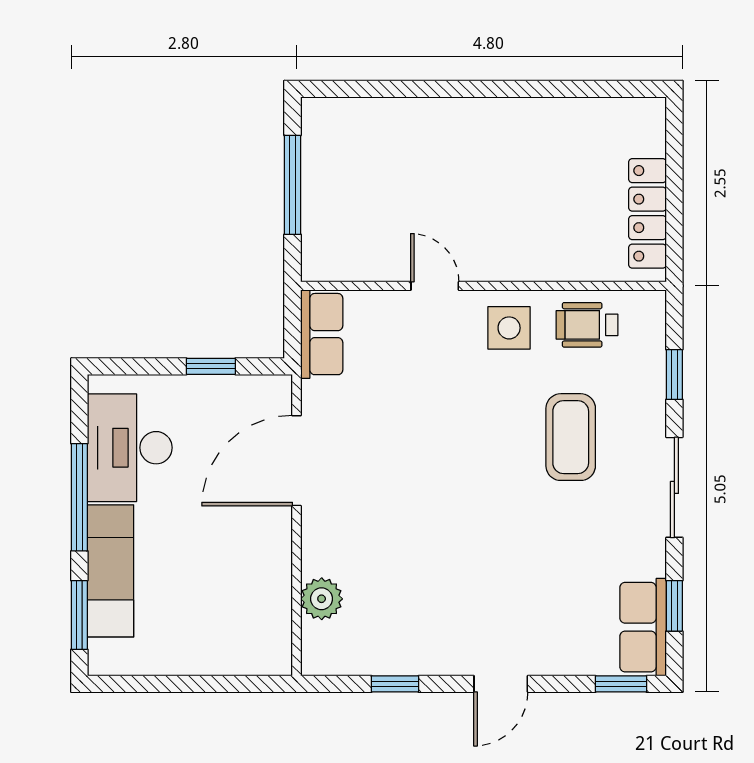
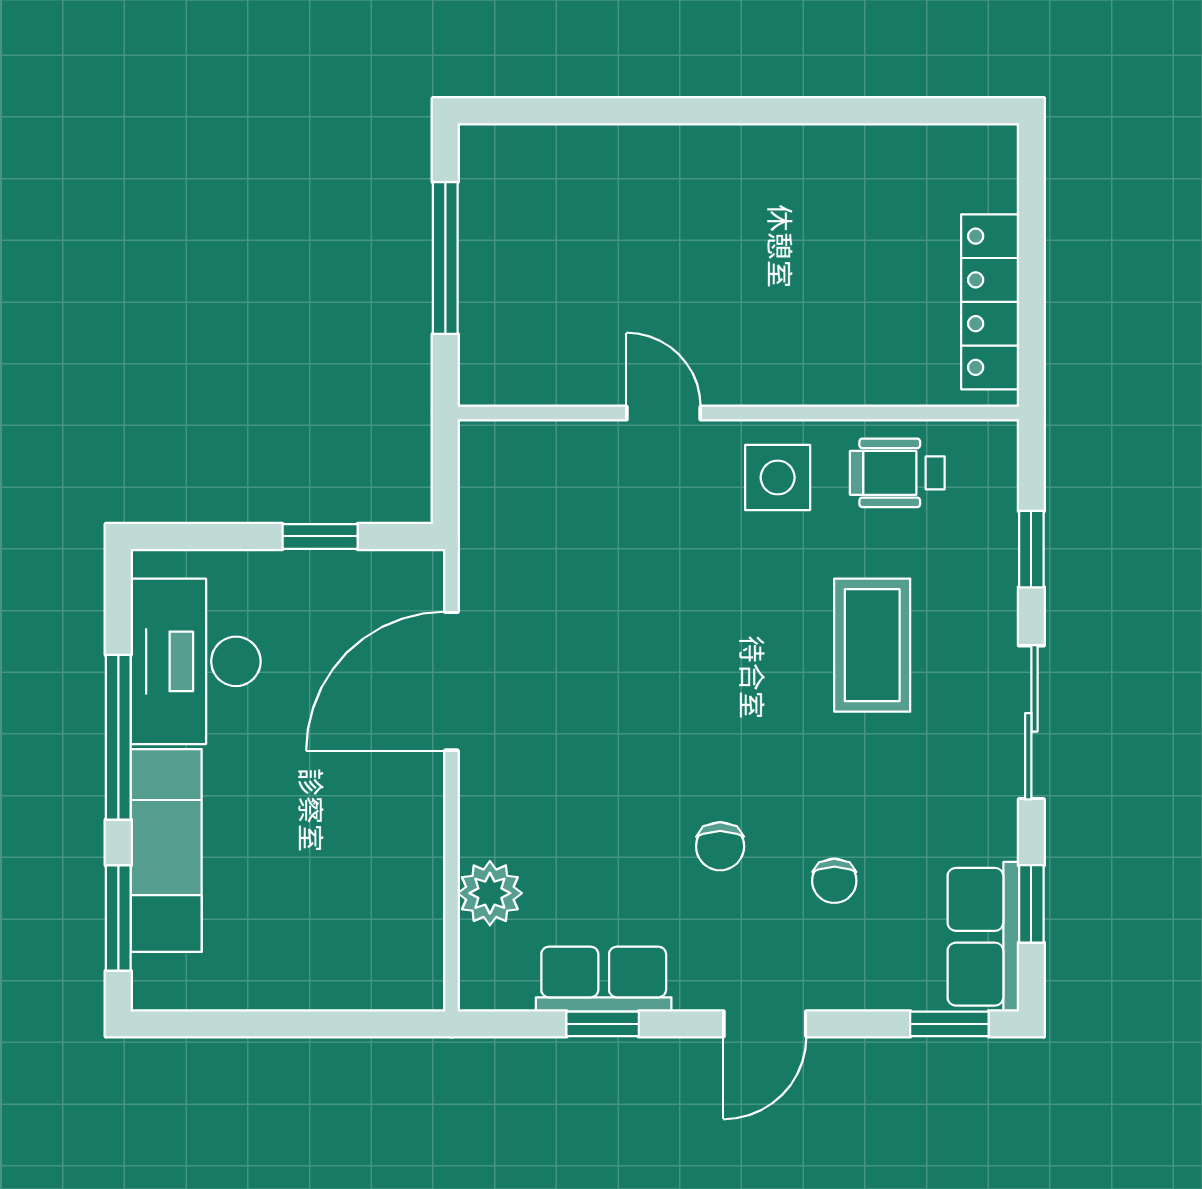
row of seats: (322, 334) -> (604, 979), moved, turned -90
chair: (472, 568) -> (720, 846), added
chair: (546, 591) -> (834, 881), added

